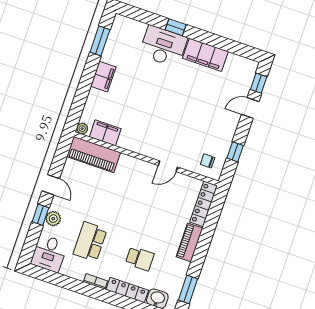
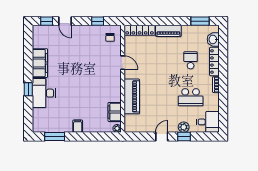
filing cabinet: (103, 77) -> (78, 126), width x0.50
piano: (94, 154) -> (132, 96), moved

